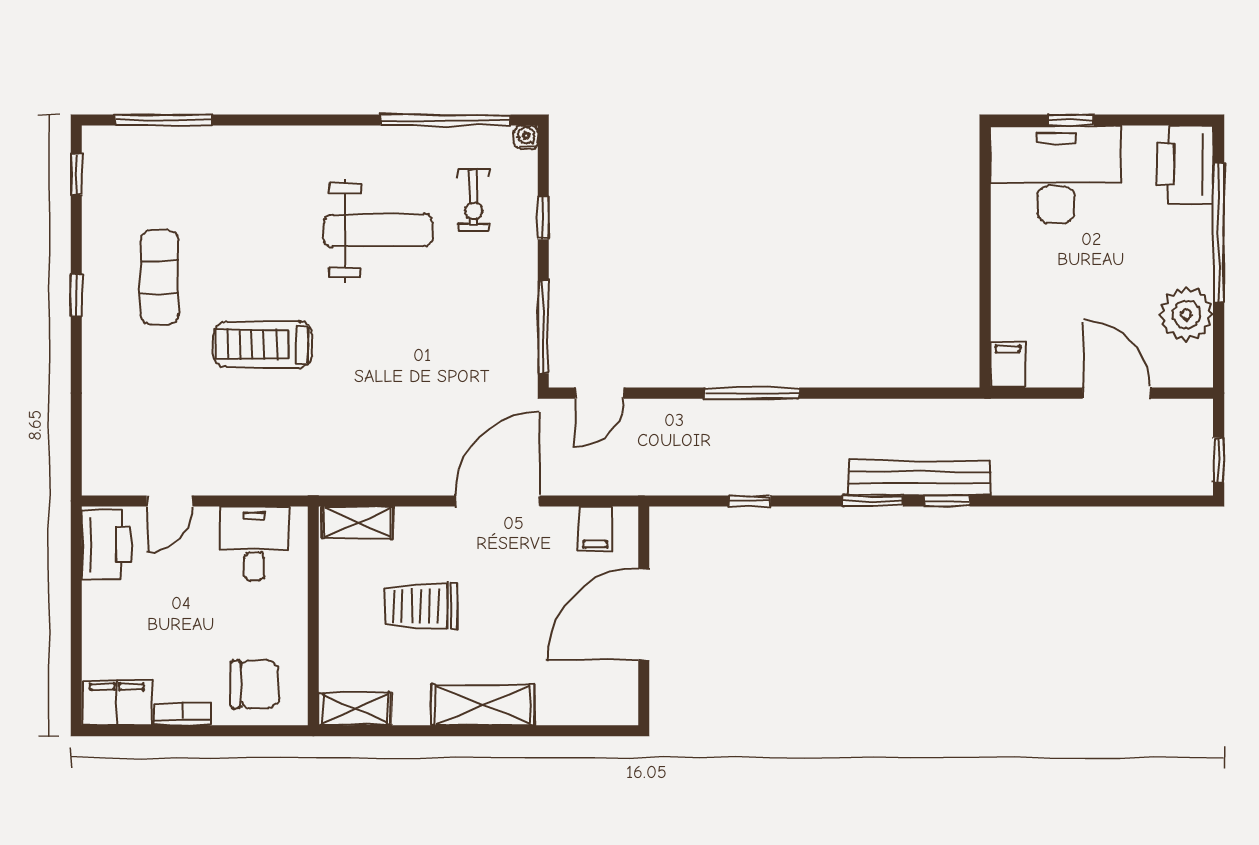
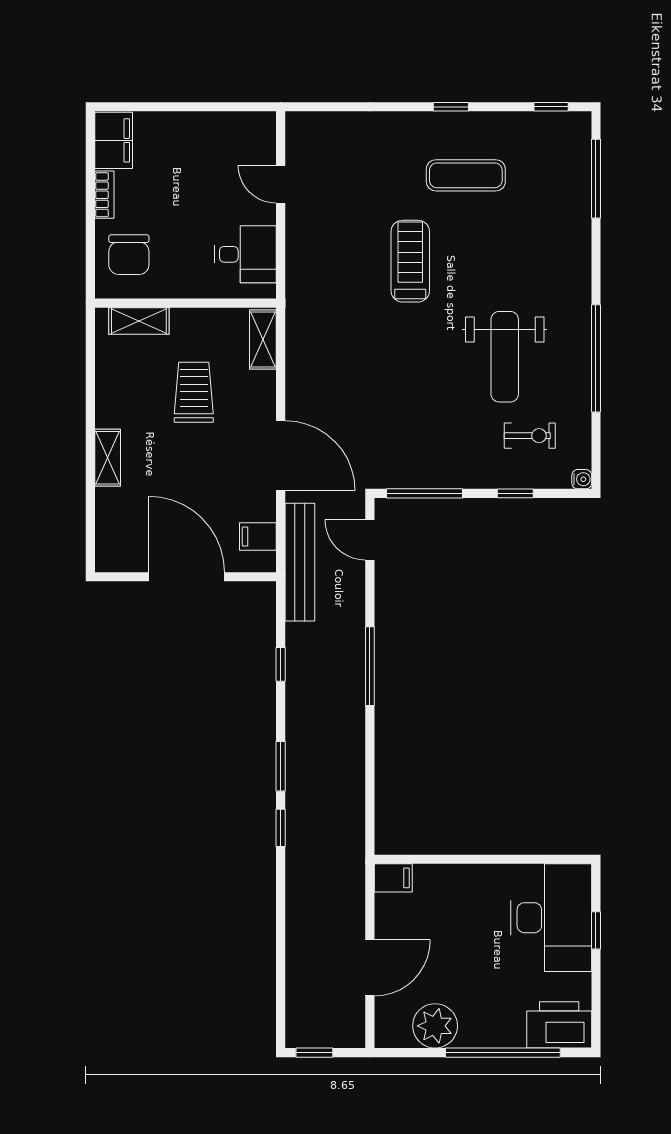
window: (445, 120) -> (596, 358), moved
exercise bike: (473, 200) -> (530, 436), turned 180
bench: (919, 478) -> (300, 562), moved
printer: (106, 545) -> (245, 132), removed
shelving: (483, 705) -> (108, 458), width x0.67, depth x0.75
shelving: (355, 709) -> (139, 321), moved, turned 90

